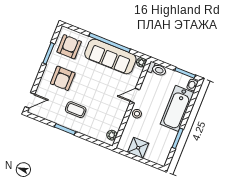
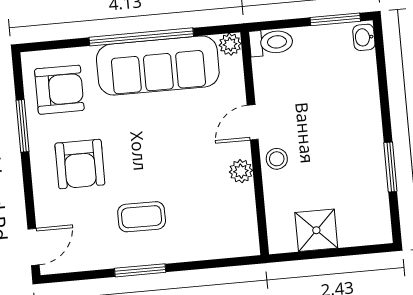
armchair: (69, 47) -> (59, 90), turned 90
bathtub: (177, 108) -> (357, 104), removed
plant: (112, 135) -> (241, 171), moved

